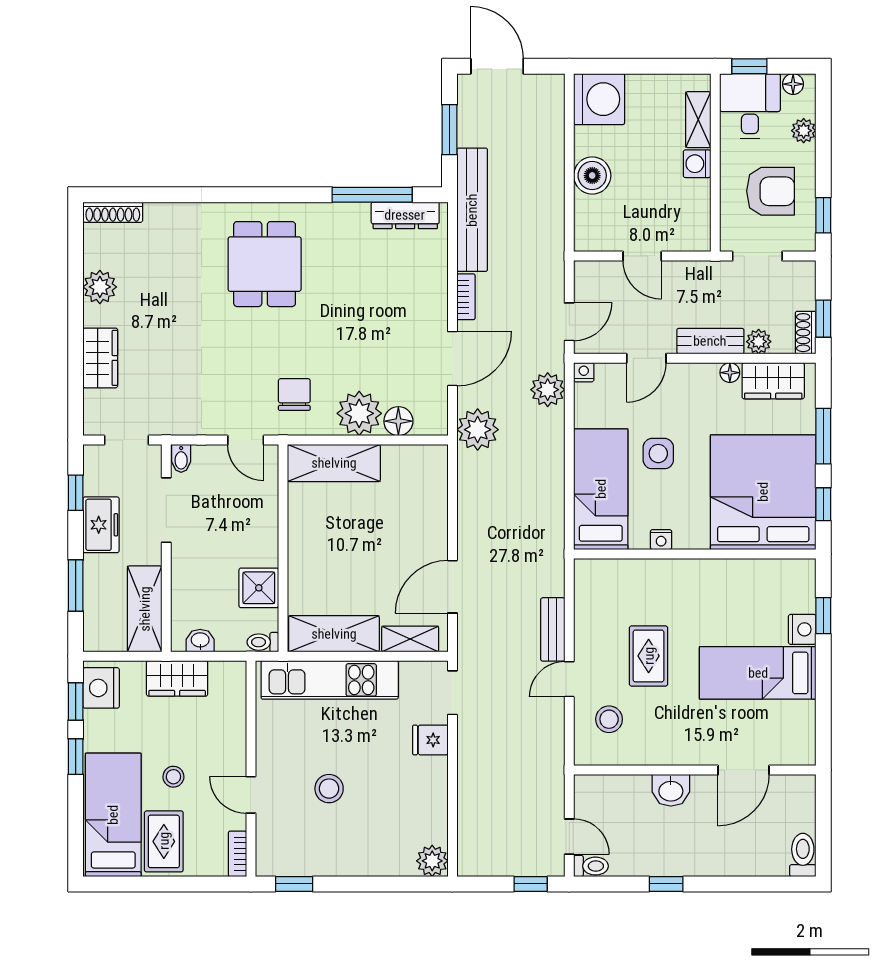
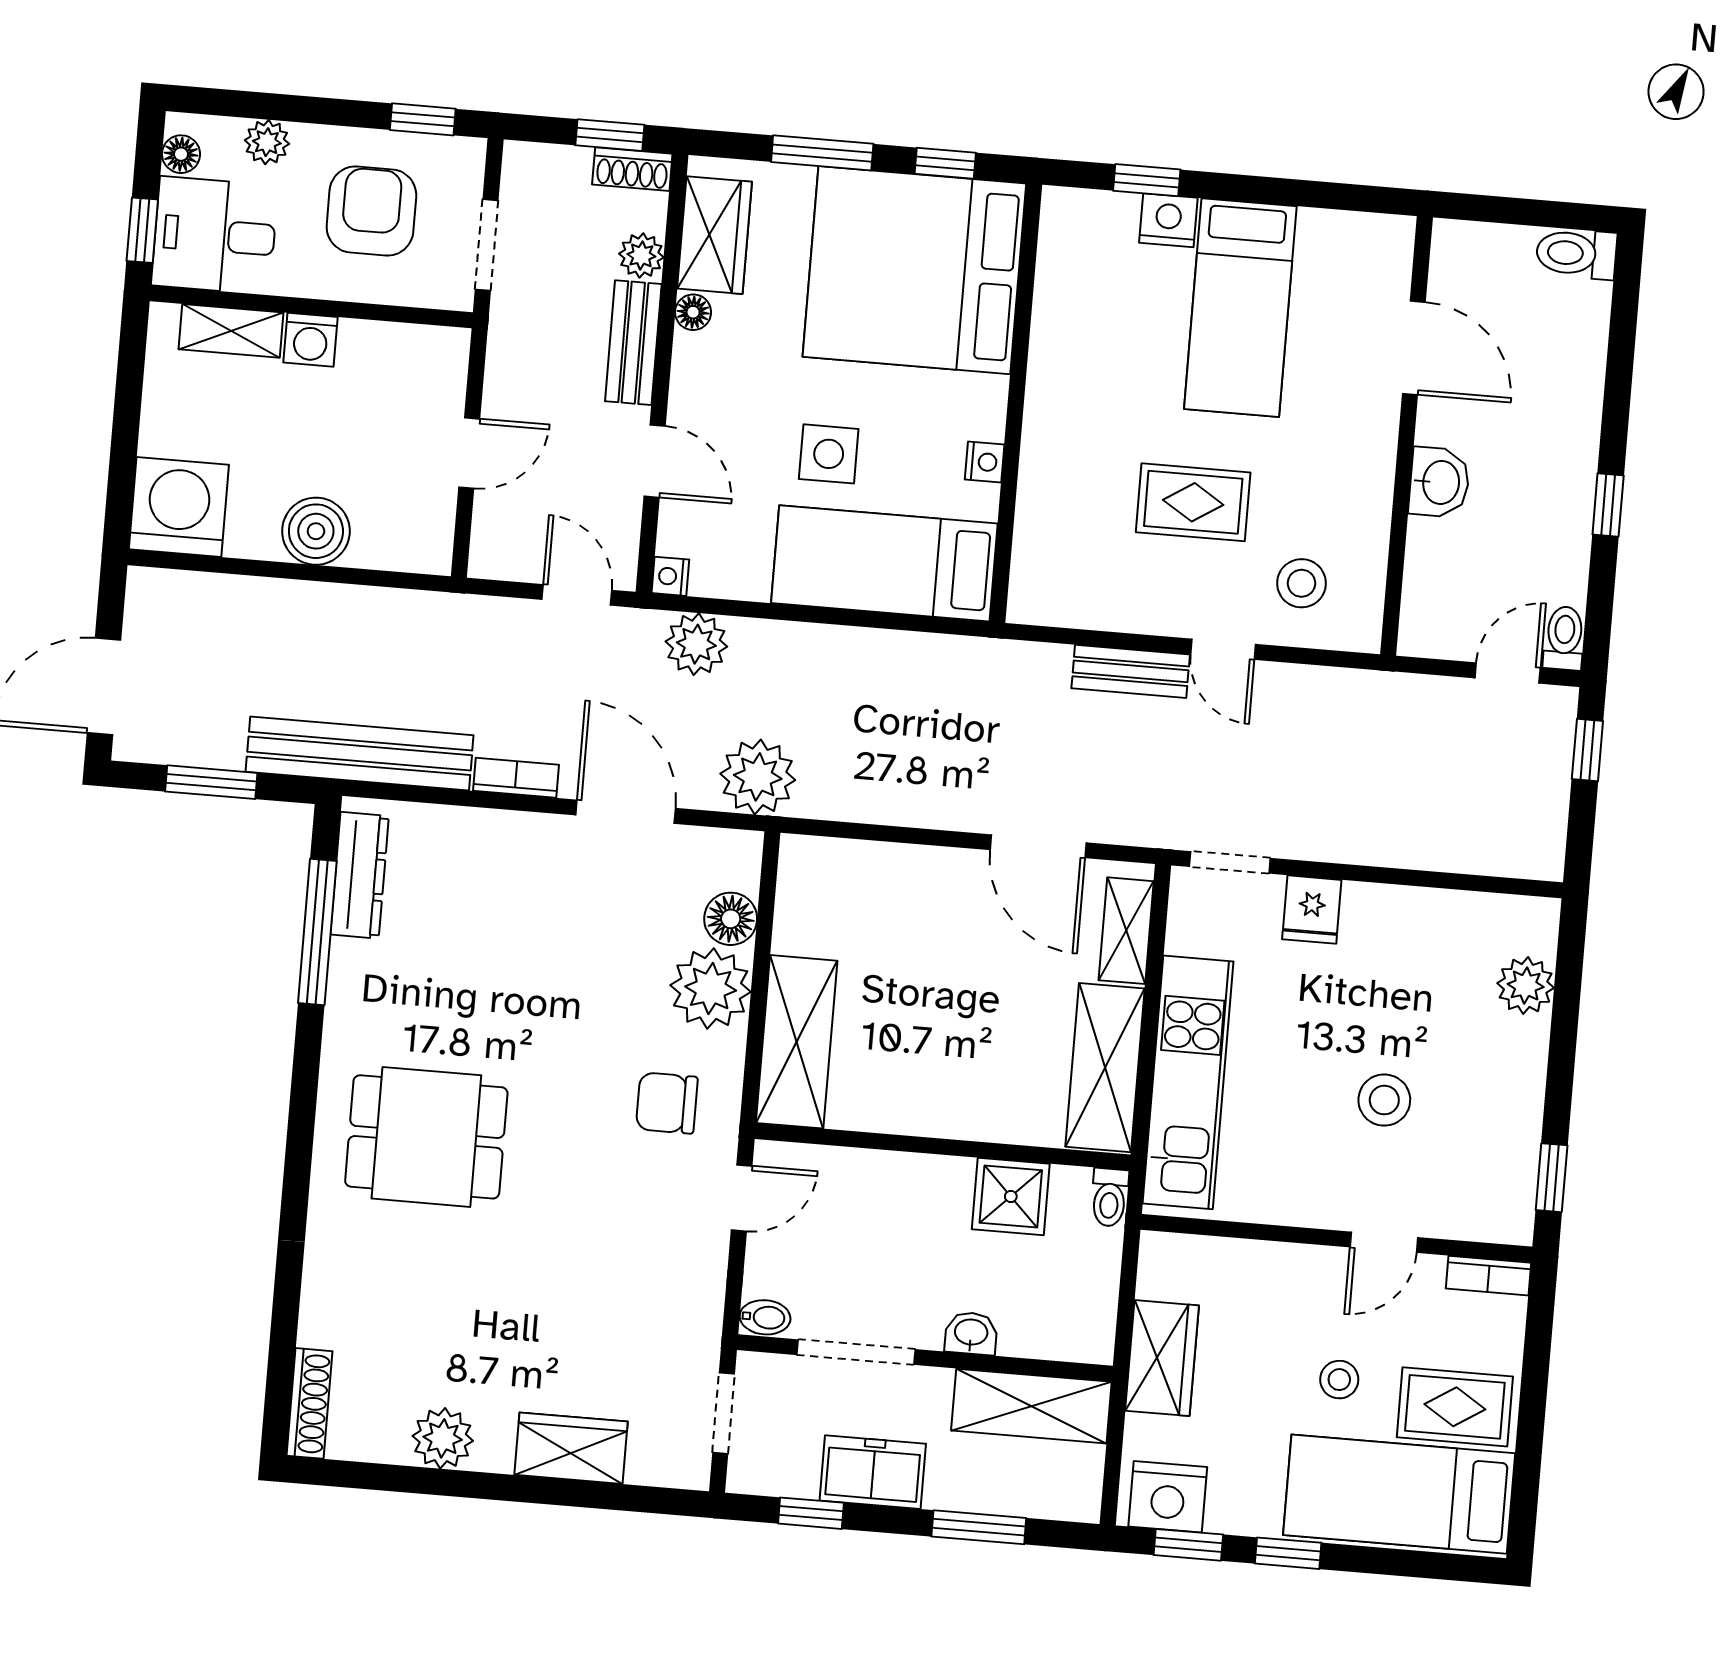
washbasin: (200, 641) -> (971, 1333), moved, turned 90
plant: (432, 861) -> (1526, 986), moved

